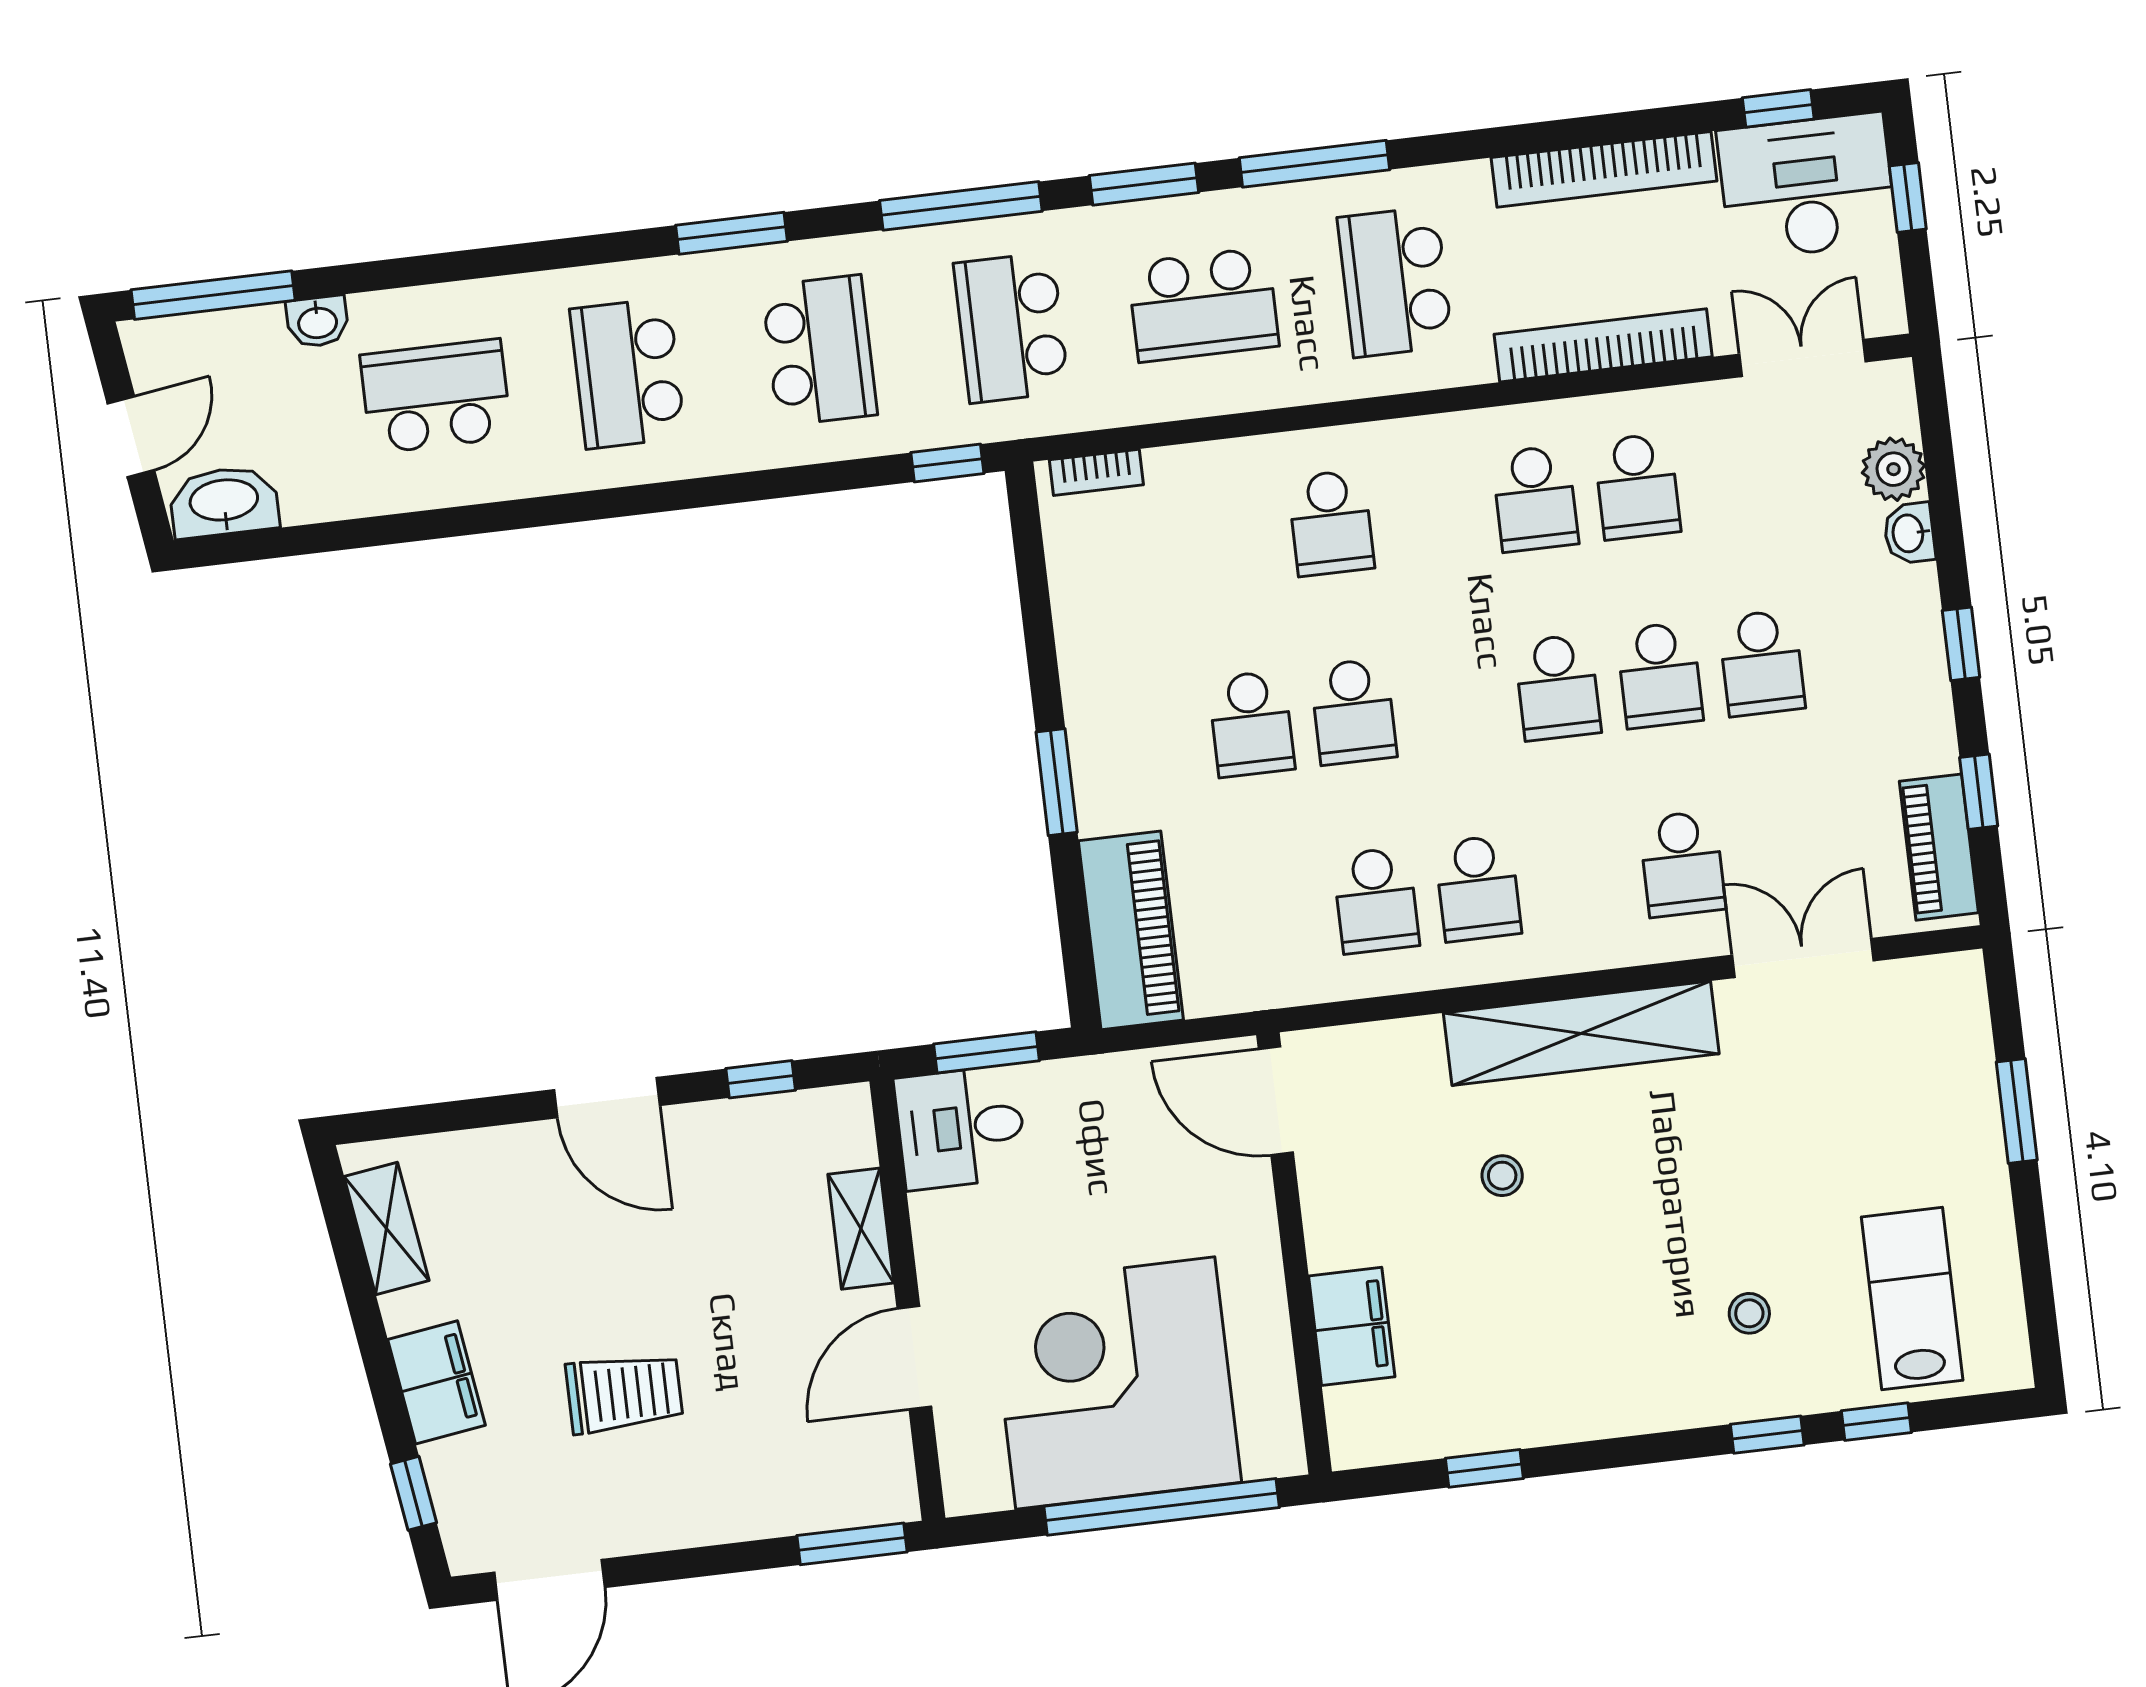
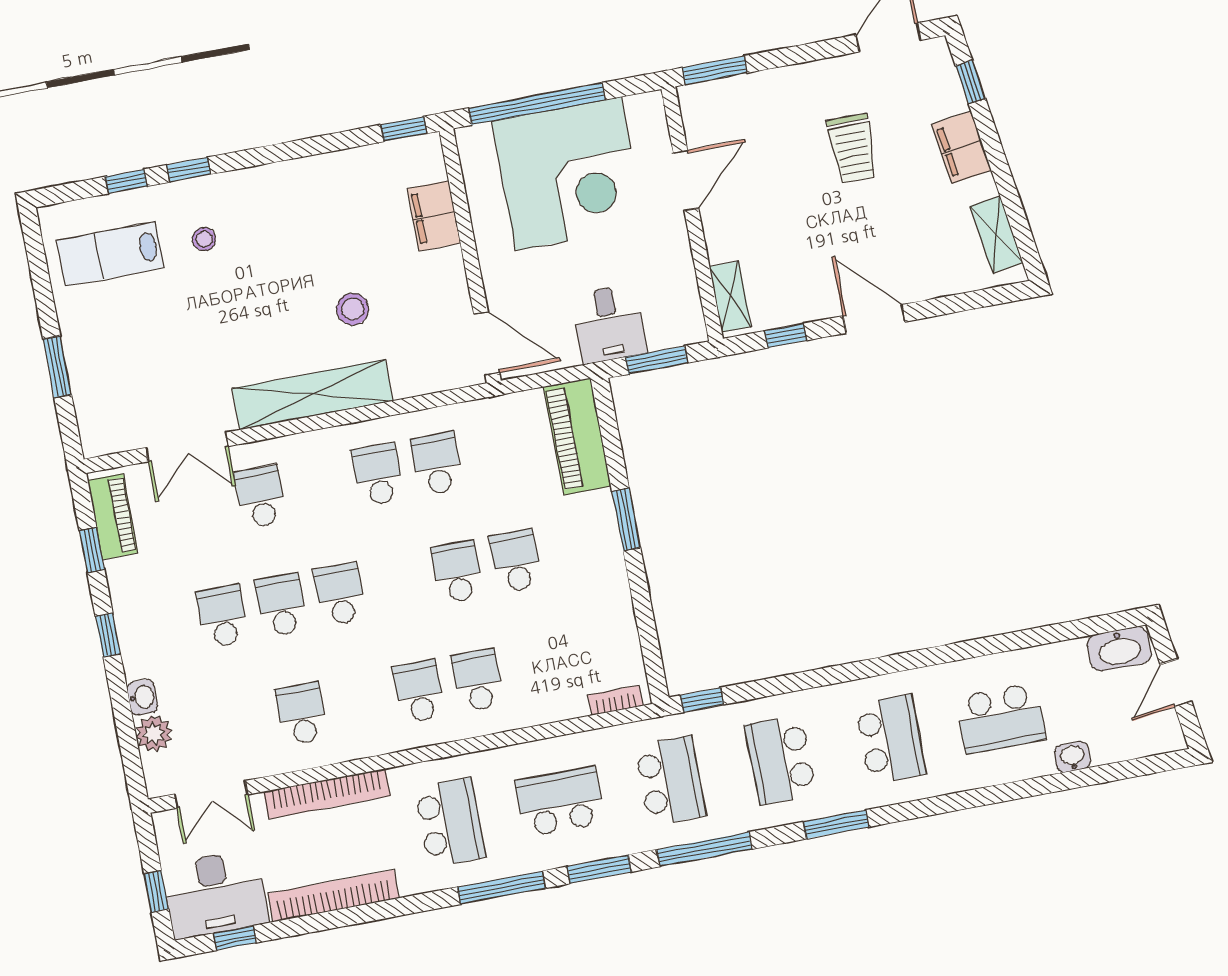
window: (213, 295) -> (1134, 768), removed
school desk: (1535, 499) -> (419, 691), moved
desk: (961, 1128) -> (609, 324), moved, turned 90
stool: (1502, 1176) -> (353, 309), width x1.37, depth x1.37
shelving: (861, 1229) -> (730, 297), moved
lab bench: (1912, 1299) -> (110, 254), turned 90
trolley: (624, 1393) -> (852, 149), turned -90
window: (1484, 1468) -> (404, 129), moved

